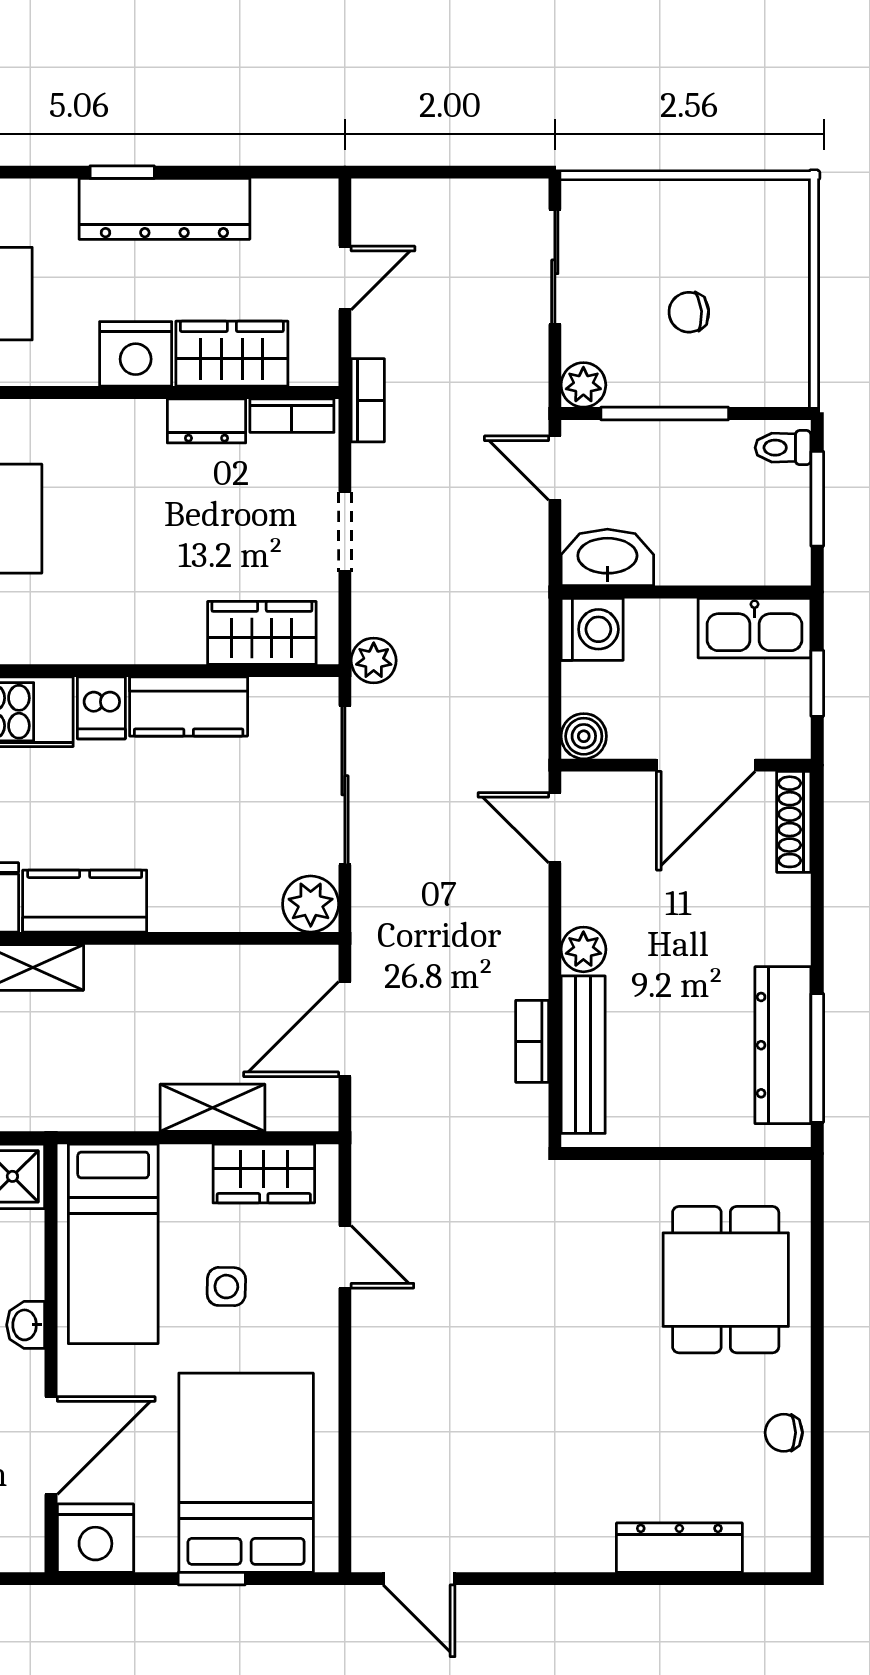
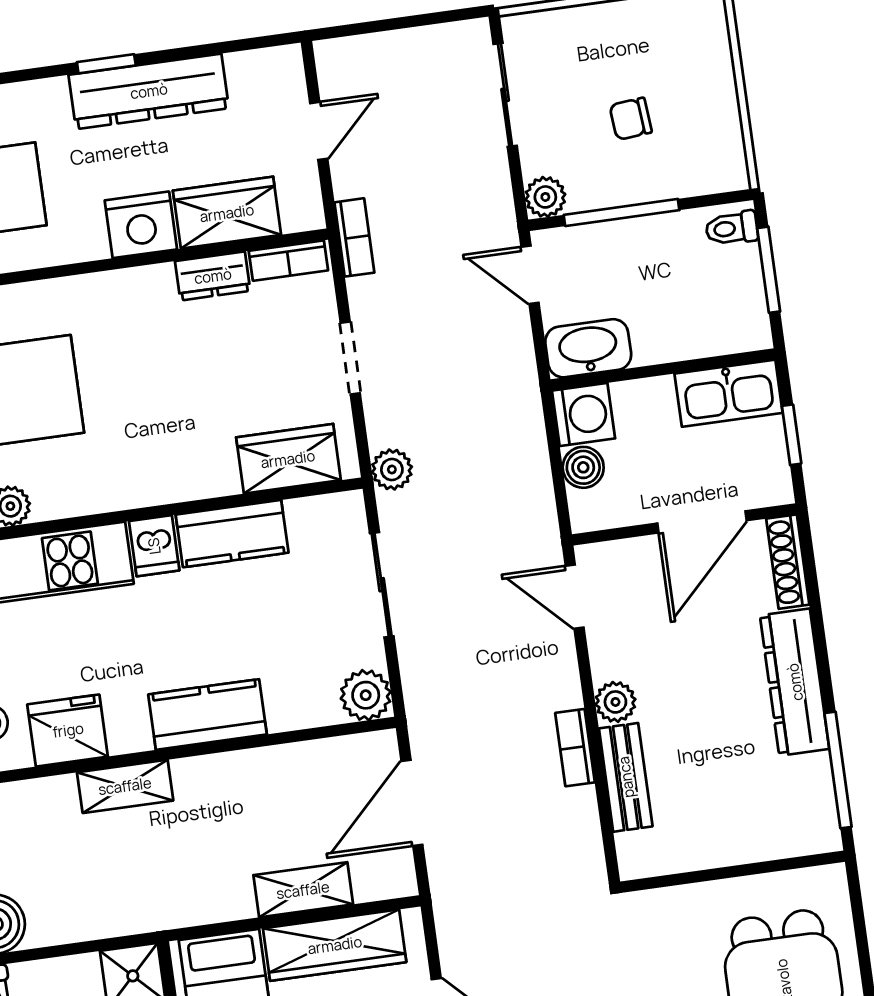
boiler: (584, 736) -> (583, 467), moved
sliding door: (345, 785) -> (382, 585), width x0.73
kitchen counter: (85, 901) -> (207, 714), moved
bookcase: (532, 1041) -> (575, 748), moved
dresser: (783, 1045) -> (795, 682), moved
bench: (583, 1055) -> (626, 777), width x0.73
wardrobe: (264, 1173) -> (335, 945), width x1.50

